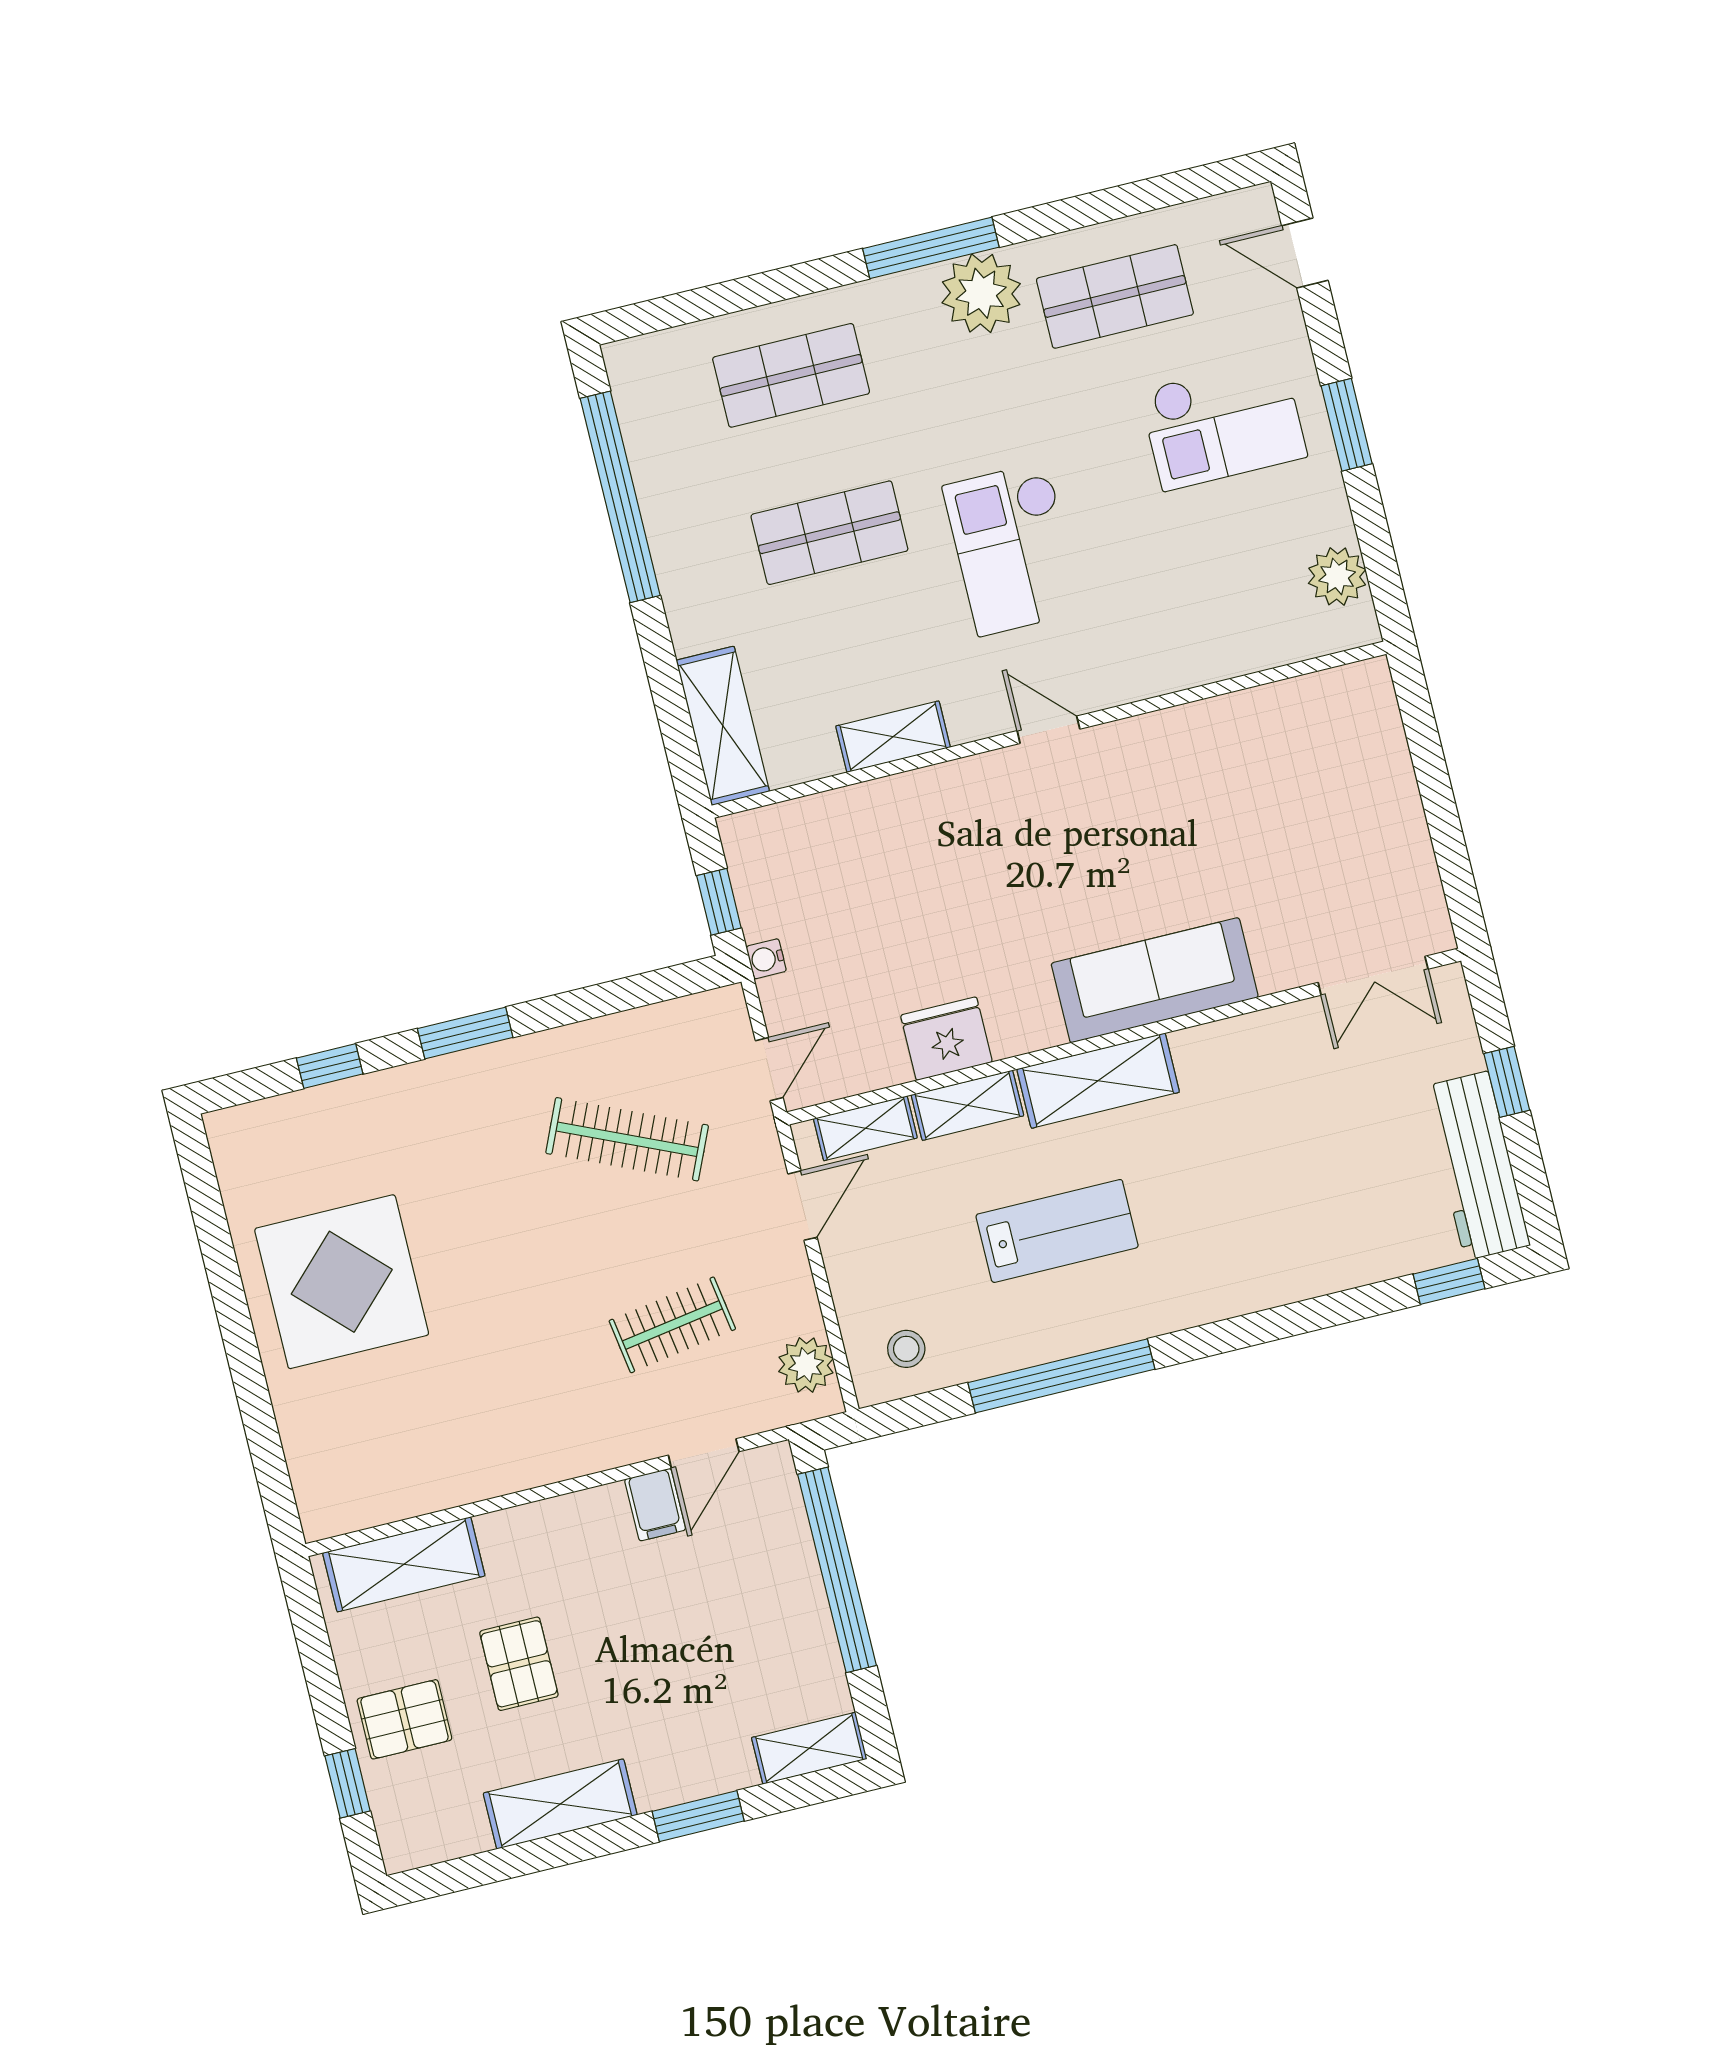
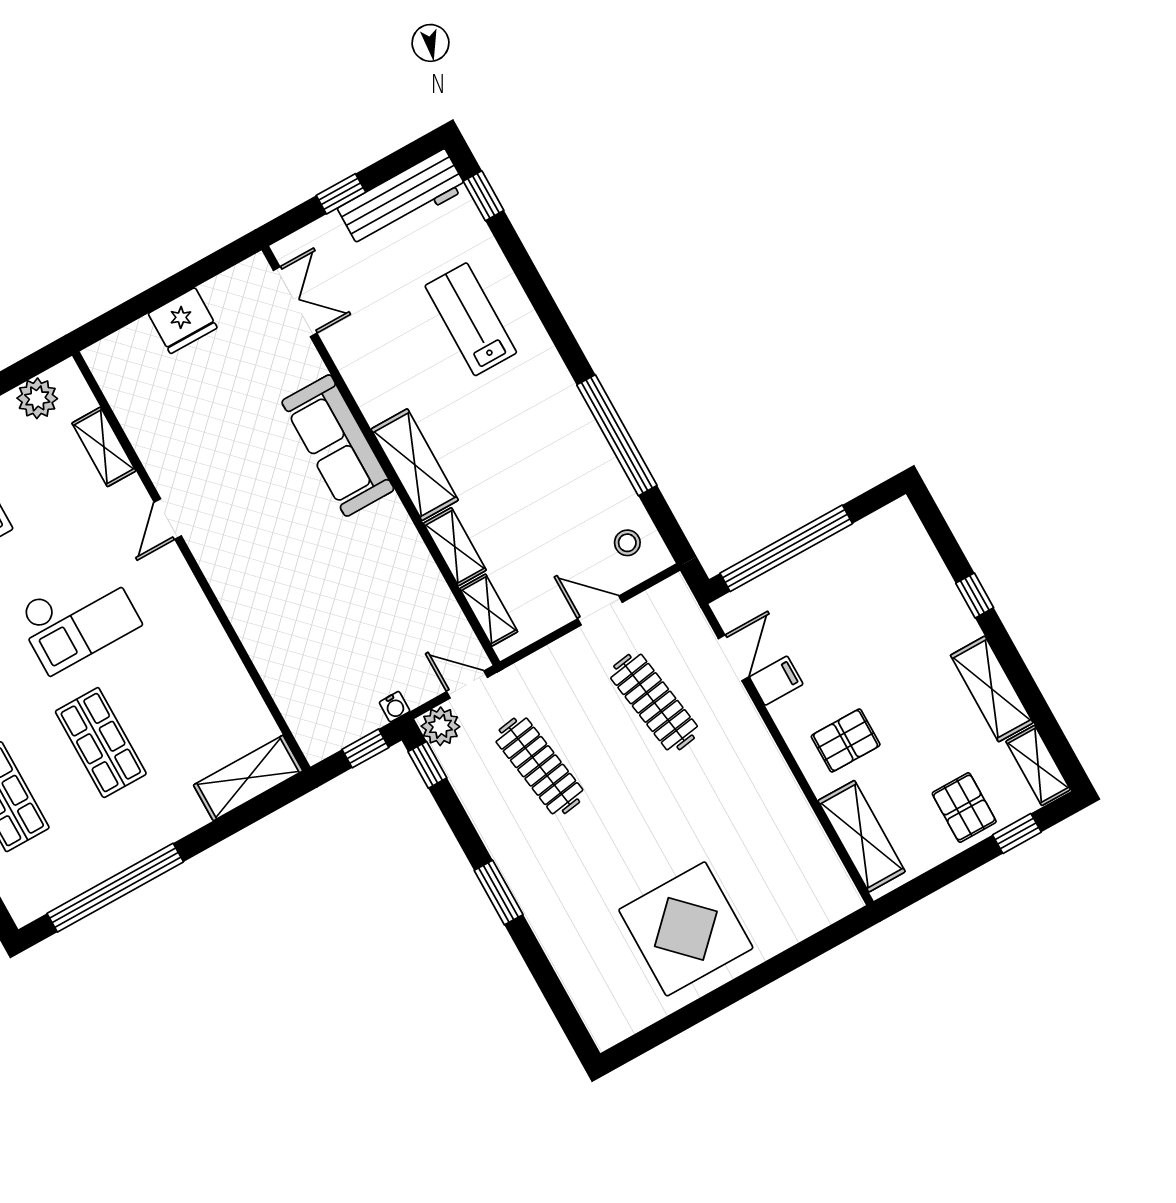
door: (1048, 730) -> (168, 519), moved
shelving: (893, 737) -> (104, 447), moved
fridge: (946, 1039) -> (183, 321), moved, turned -90
window: (330, 1066) -> (427, 765), moved
clothes rail: (627, 1139) -> (539, 766), turned -33
door: (803, 1206) -> (600, 611), moved
lab bench: (1057, 1231) -> (471, 319), moved
clothes rail: (672, 1325) -> (654, 702), width x1.36
plant: (806, 1365) -> (440, 726), moved
door: (704, 1453) -> (733, 658), hinge flipped
pallet: (519, 1664) -> (846, 740), moved
shelving: (809, 1748) -> (1038, 765), moved
window: (698, 1816) -> (975, 595), width x0.67

